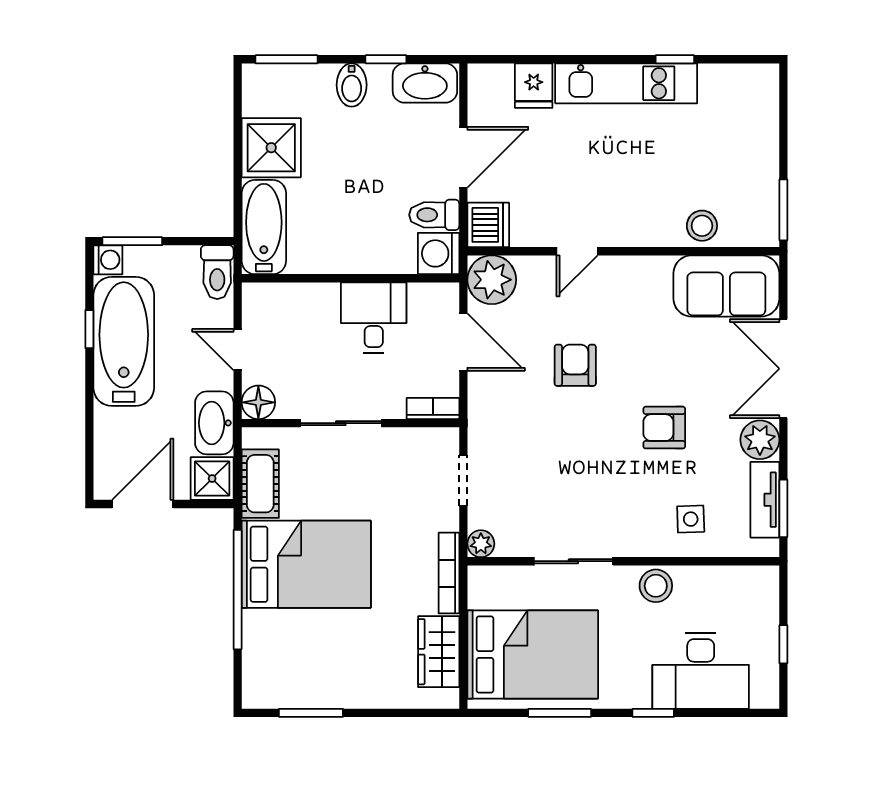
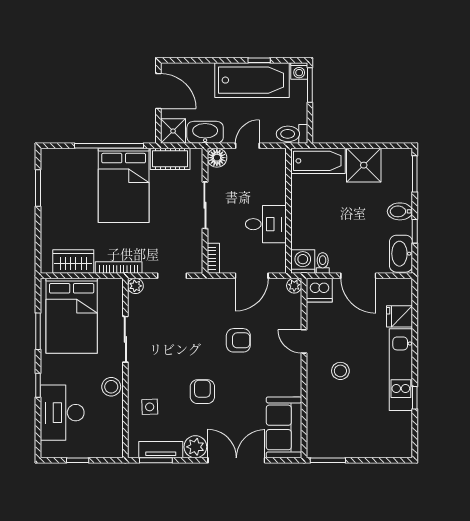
toilet: (434, 215) -> (323, 263), width x0.73, depth x0.72
stool: (702, 226) -> (340, 371), moved
plant: (492, 280) -> (294, 286), width x0.53, depth x0.53

